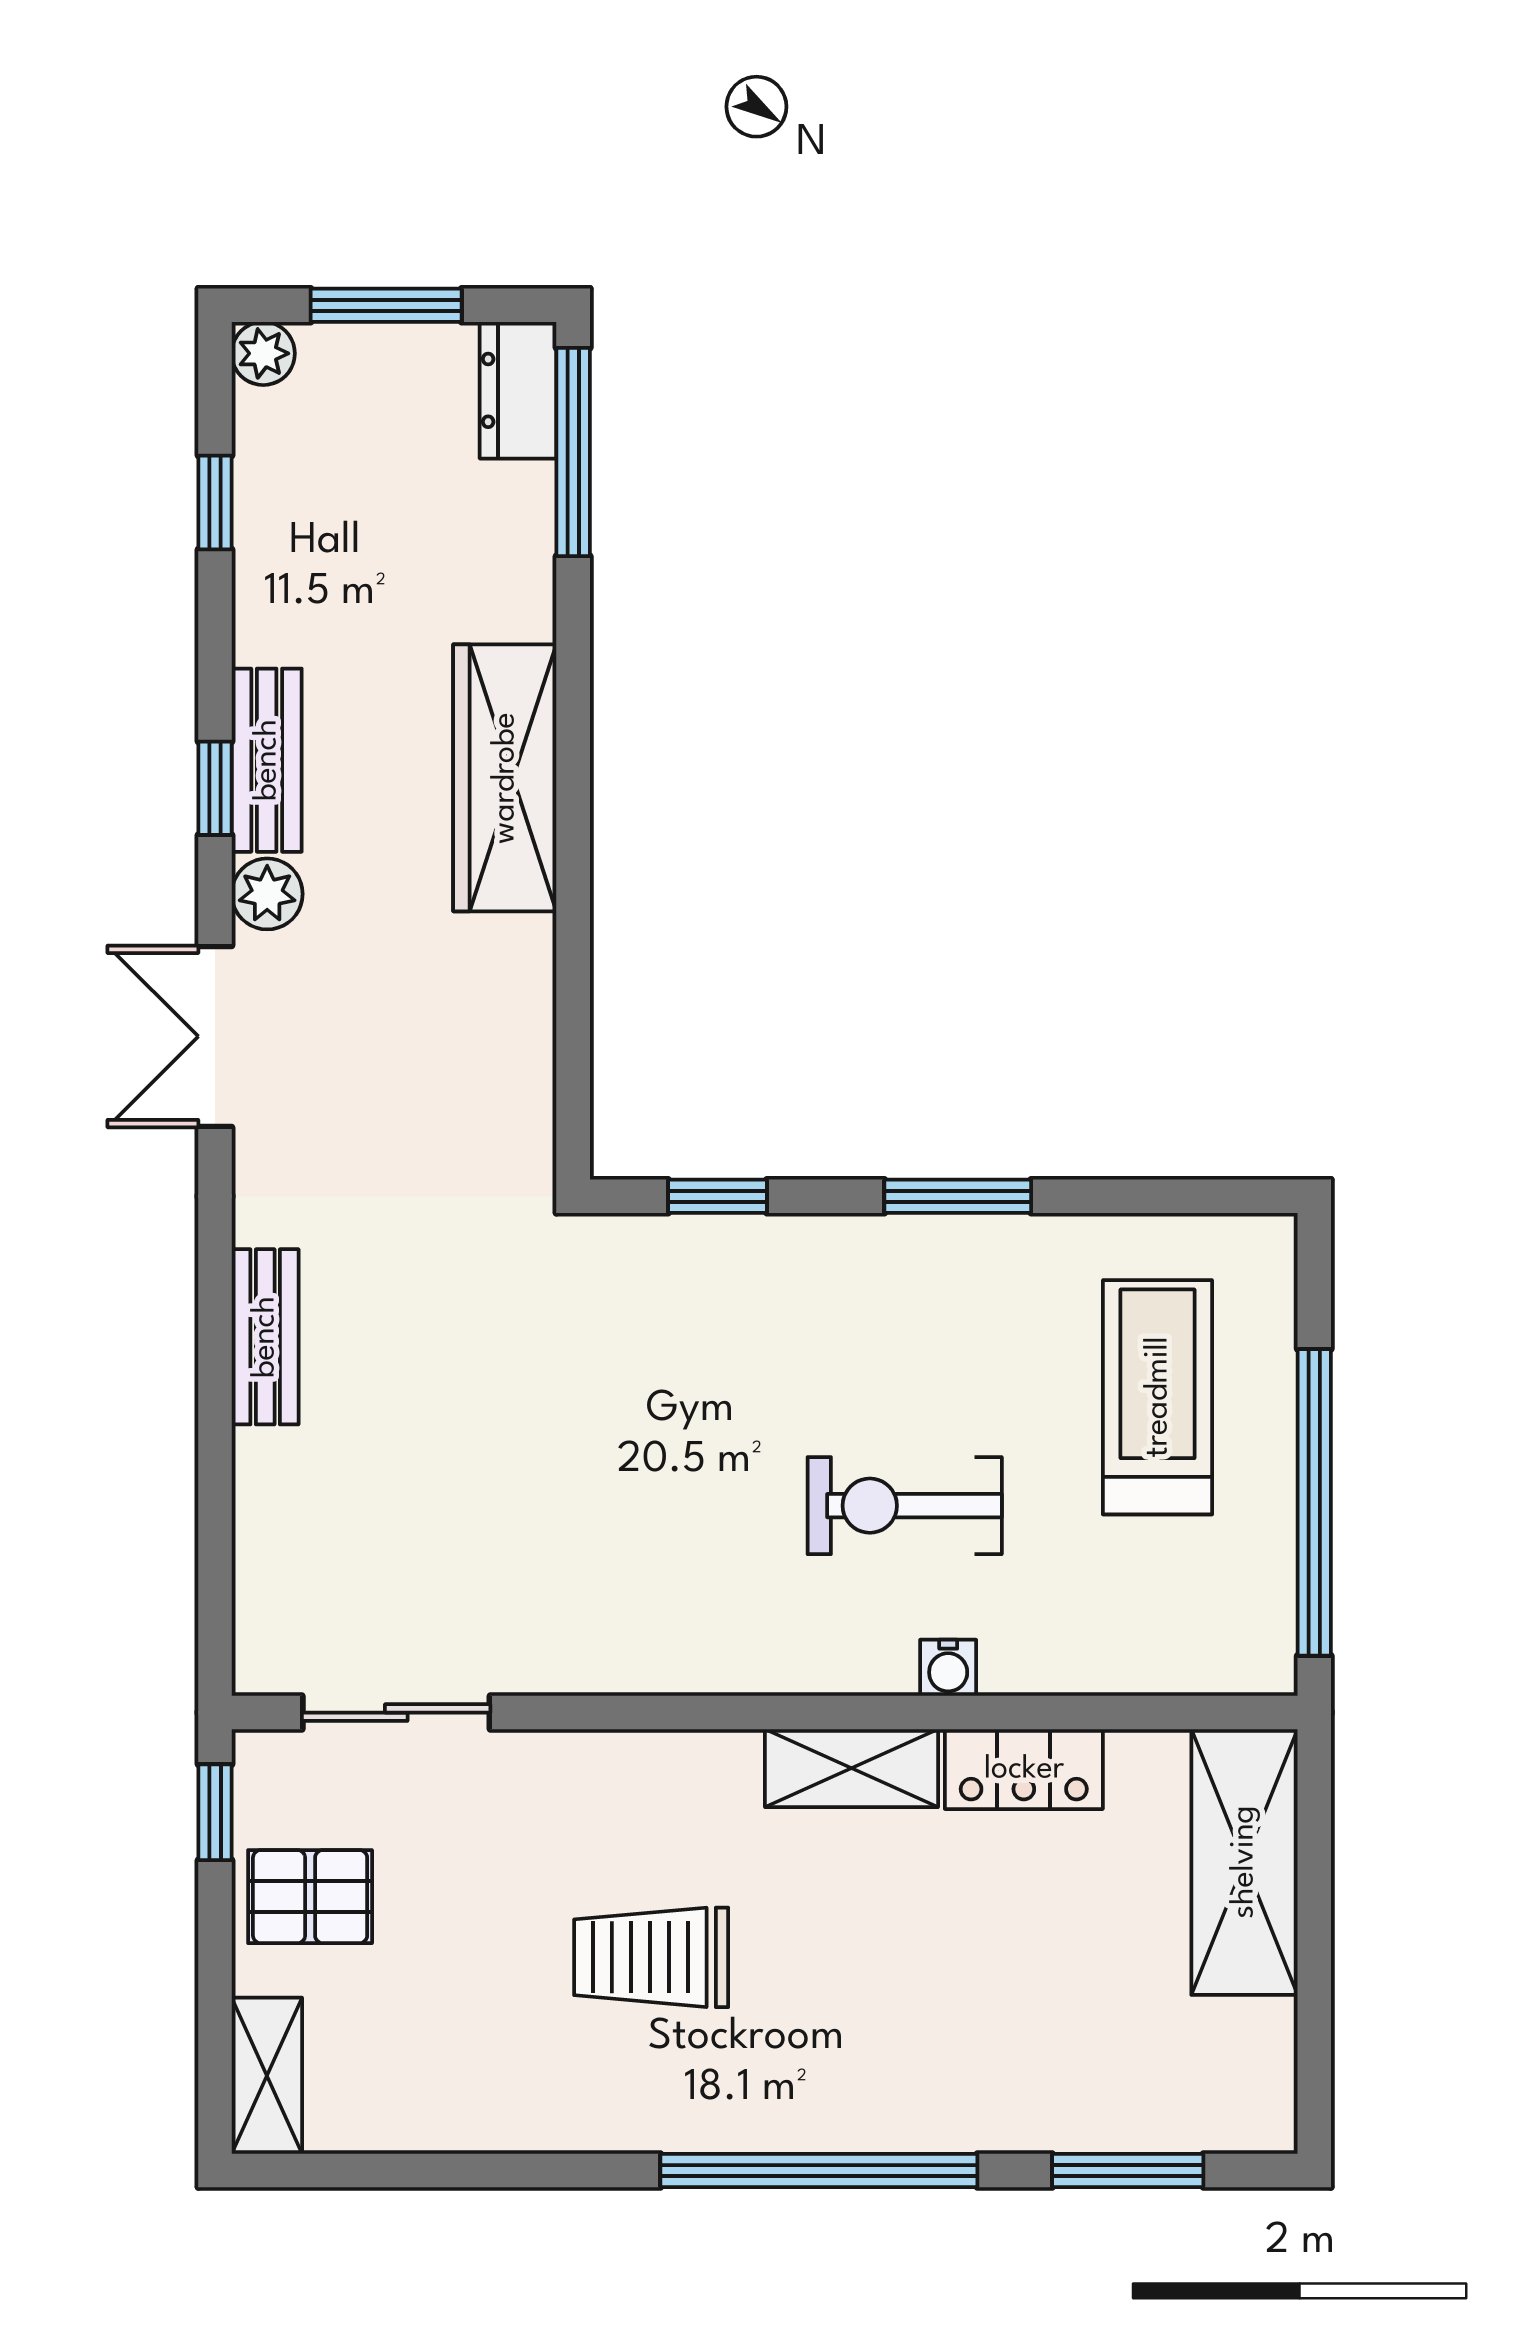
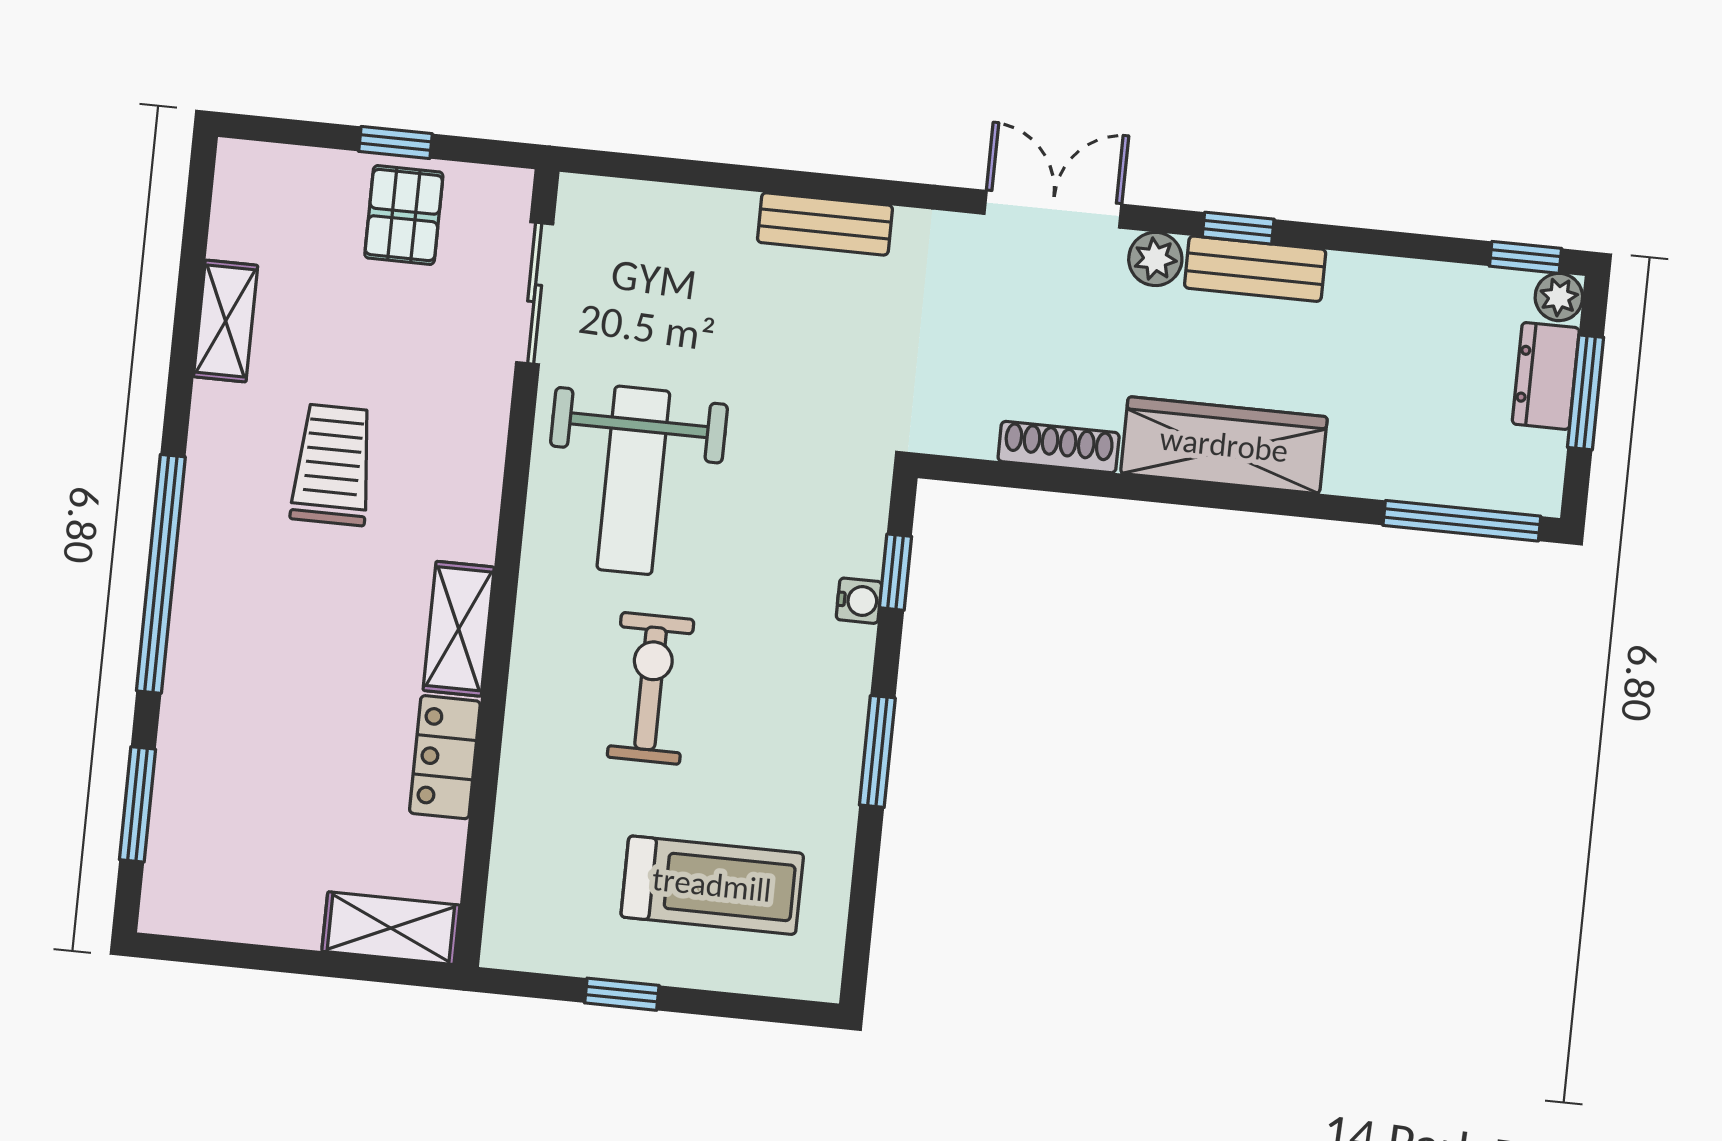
dresser: (518, 390) -> (1546, 376), moved, turned -90
window: (215, 503) -> (1526, 257), moved
shoe rack: (530, 997) -> (1059, 447), added
window: (1314, 1502) -> (622, 994), width x0.32
weight bench: (631, 1556) -> (633, 480), added
water cooler: (948, 1668) -> (859, 601), moved, turned 180
window: (215, 1812) -> (395, 142), moved
shelving: (1244, 1862) -> (391, 928), width x0.67, depth x0.75
shelving: (267, 2076) -> (226, 321), moved, turned 90

